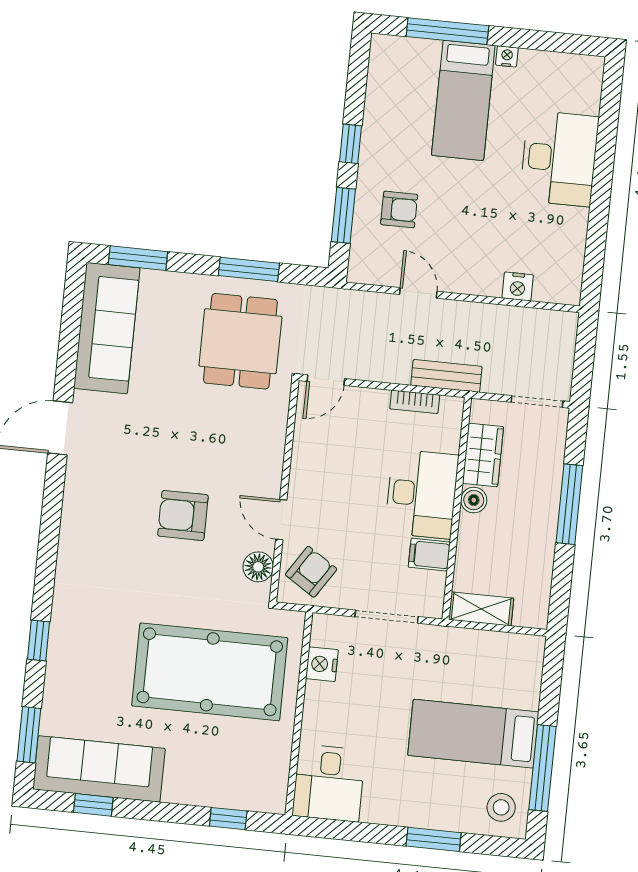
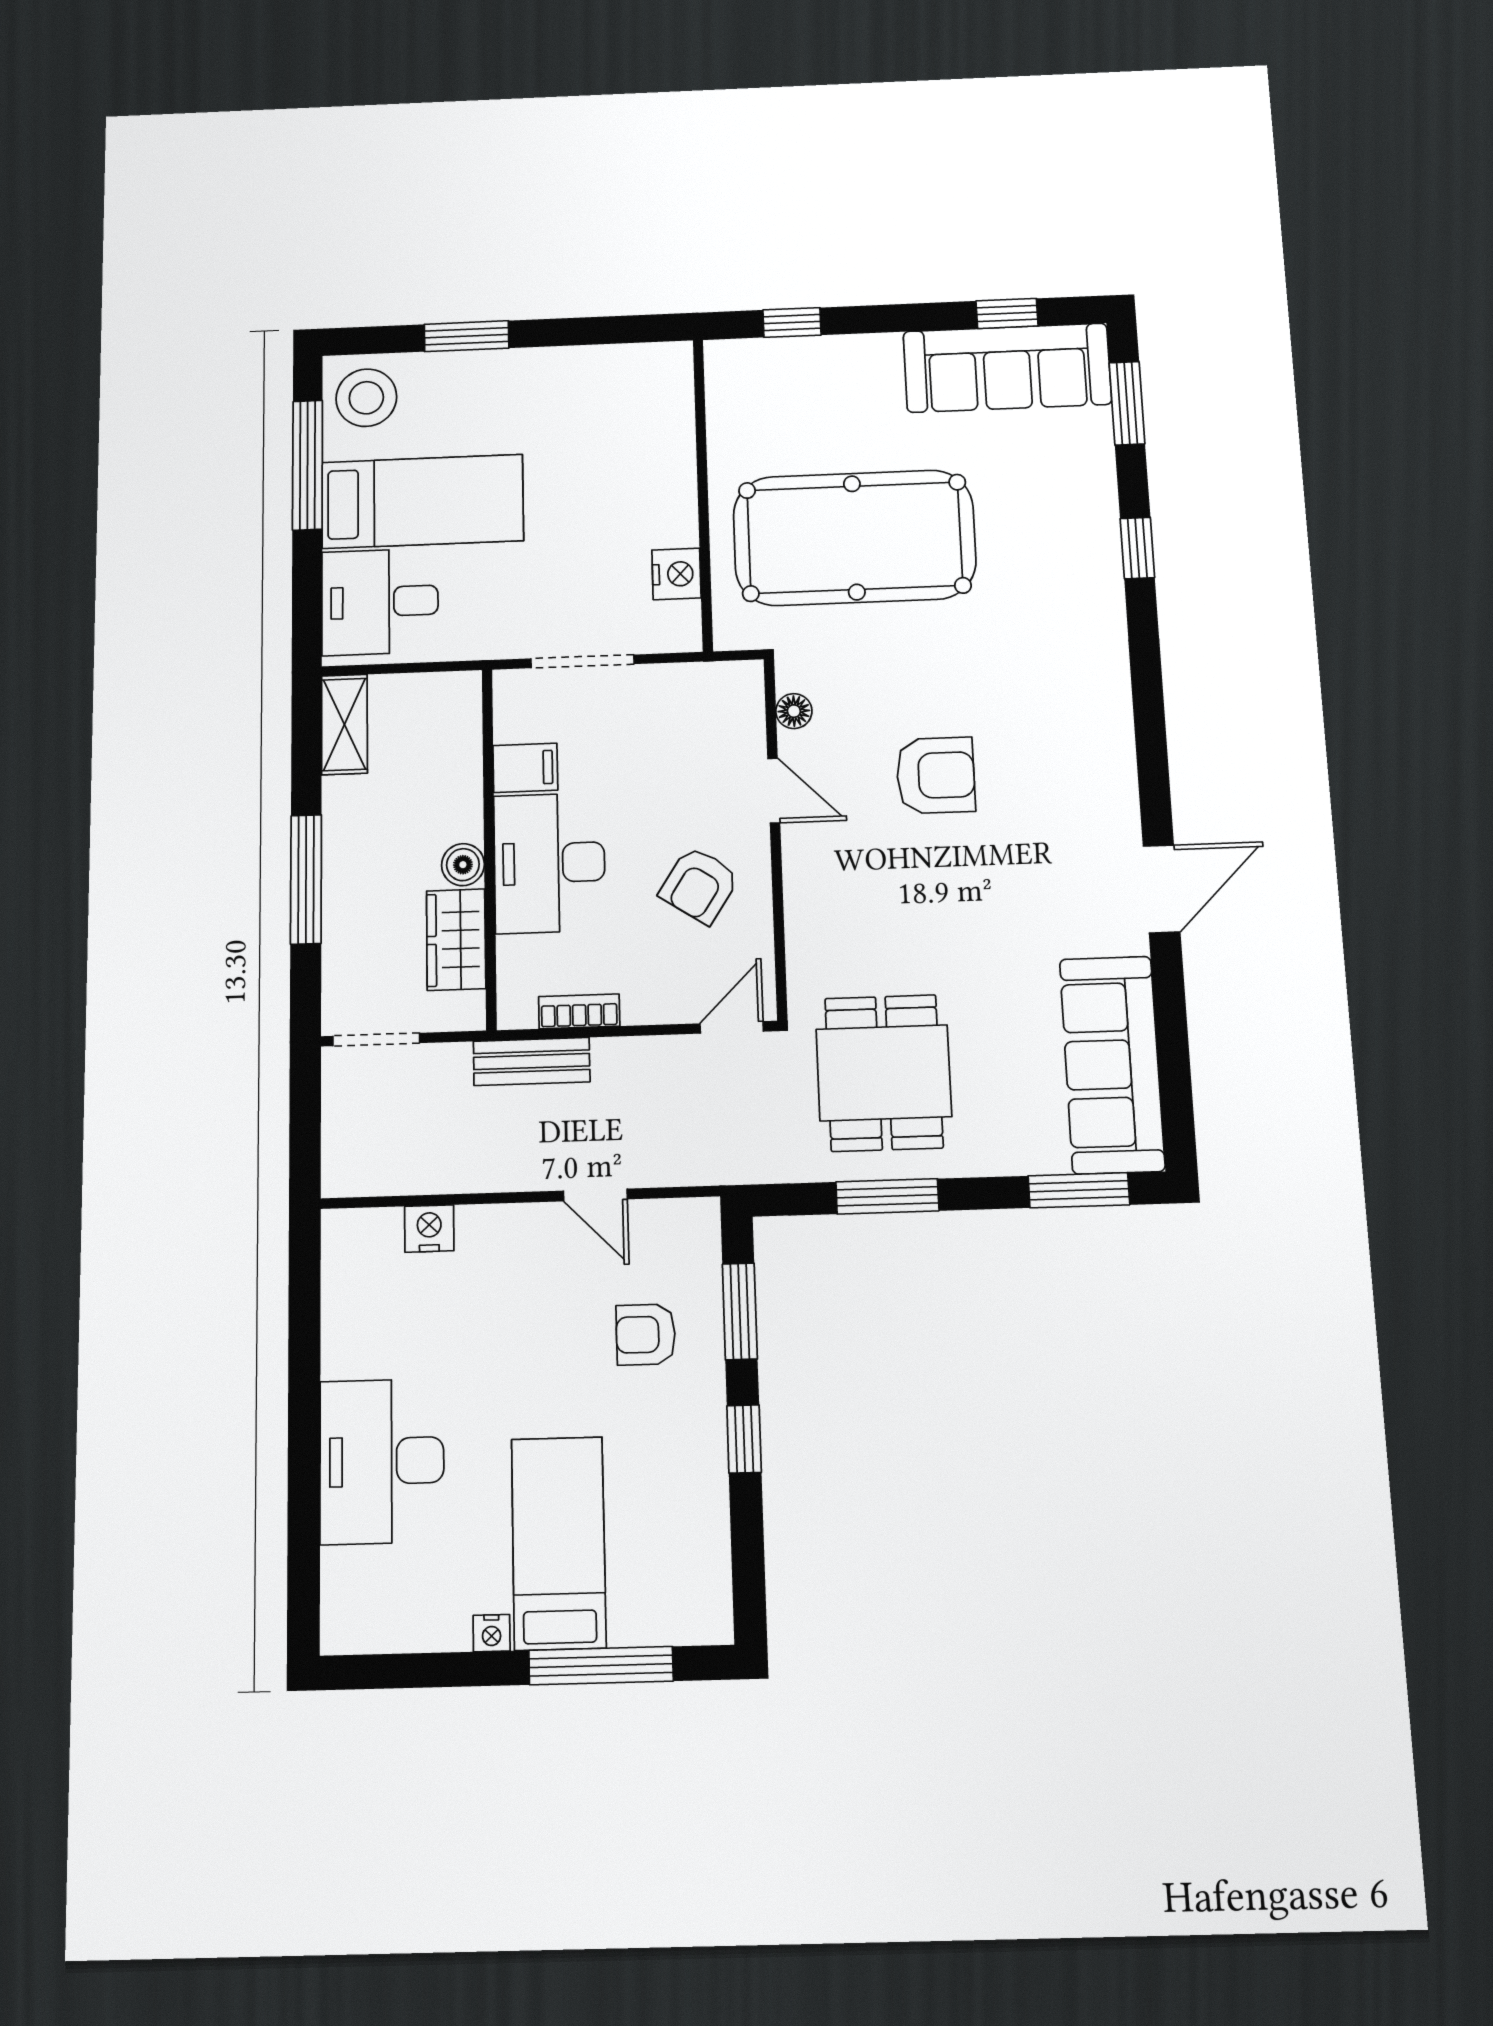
floor lamp: (258, 567) -> (794, 711), width x0.73, depth x0.73
armchair: (311, 572) -> (699, 885), moved
shelving: (481, 609) -> (344, 724), moved, turned 90
desk: (329, 783) -> (380, 602), moved, turned -90
stool: (501, 807) -> (366, 398), width x1.38, depth x1.38

